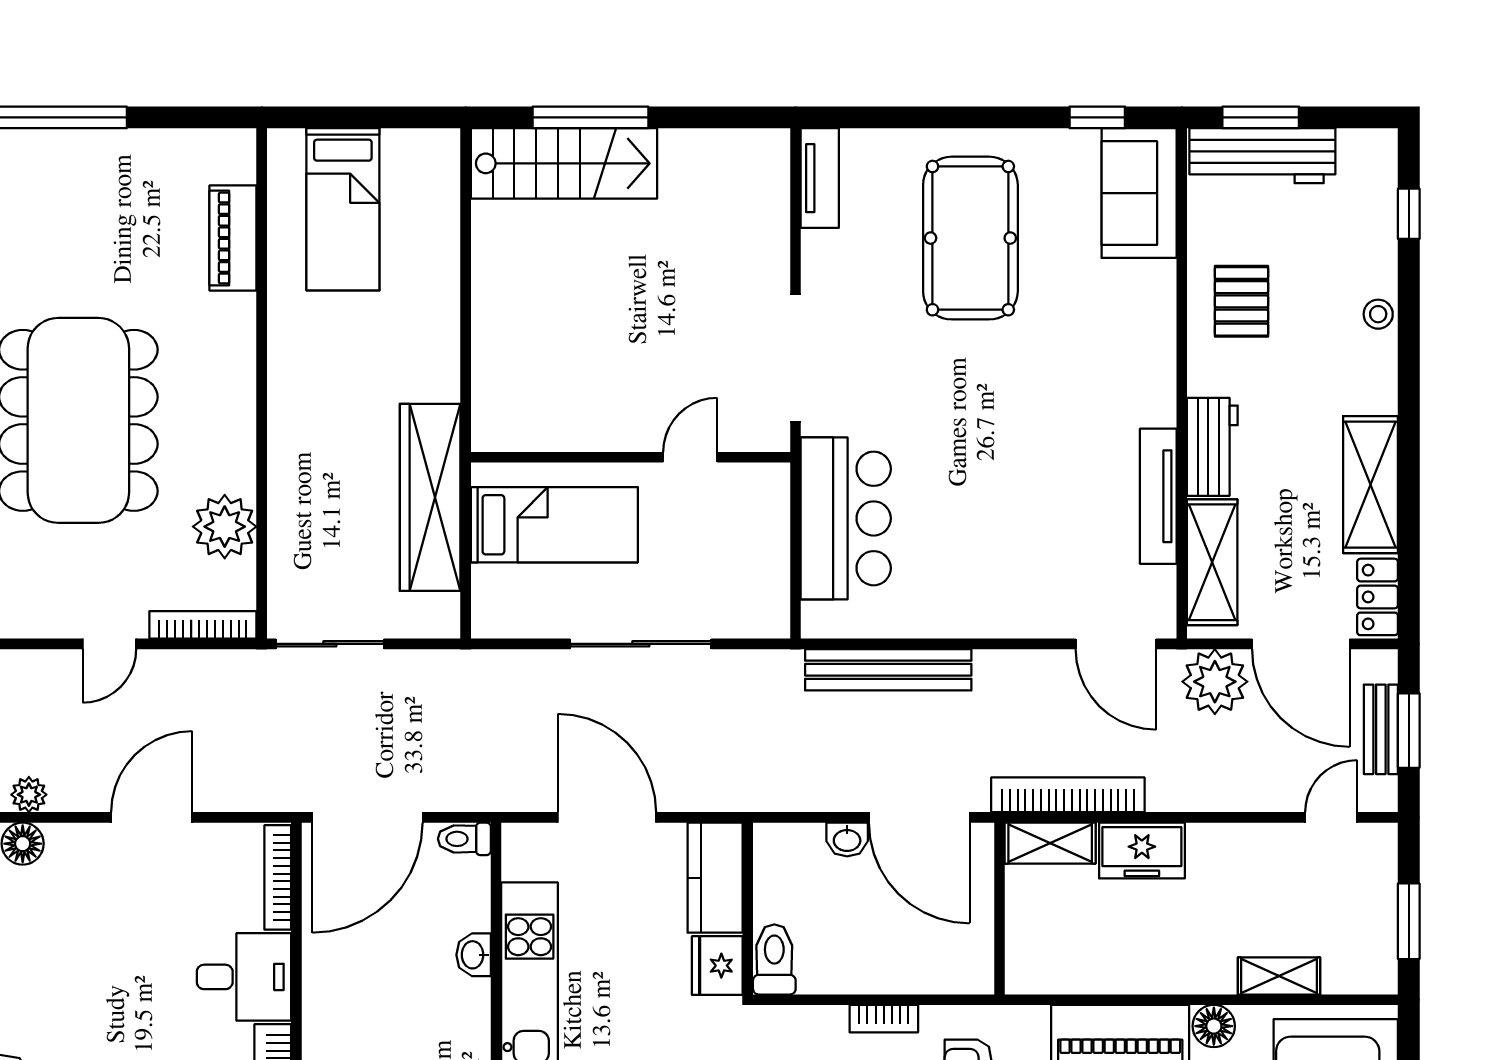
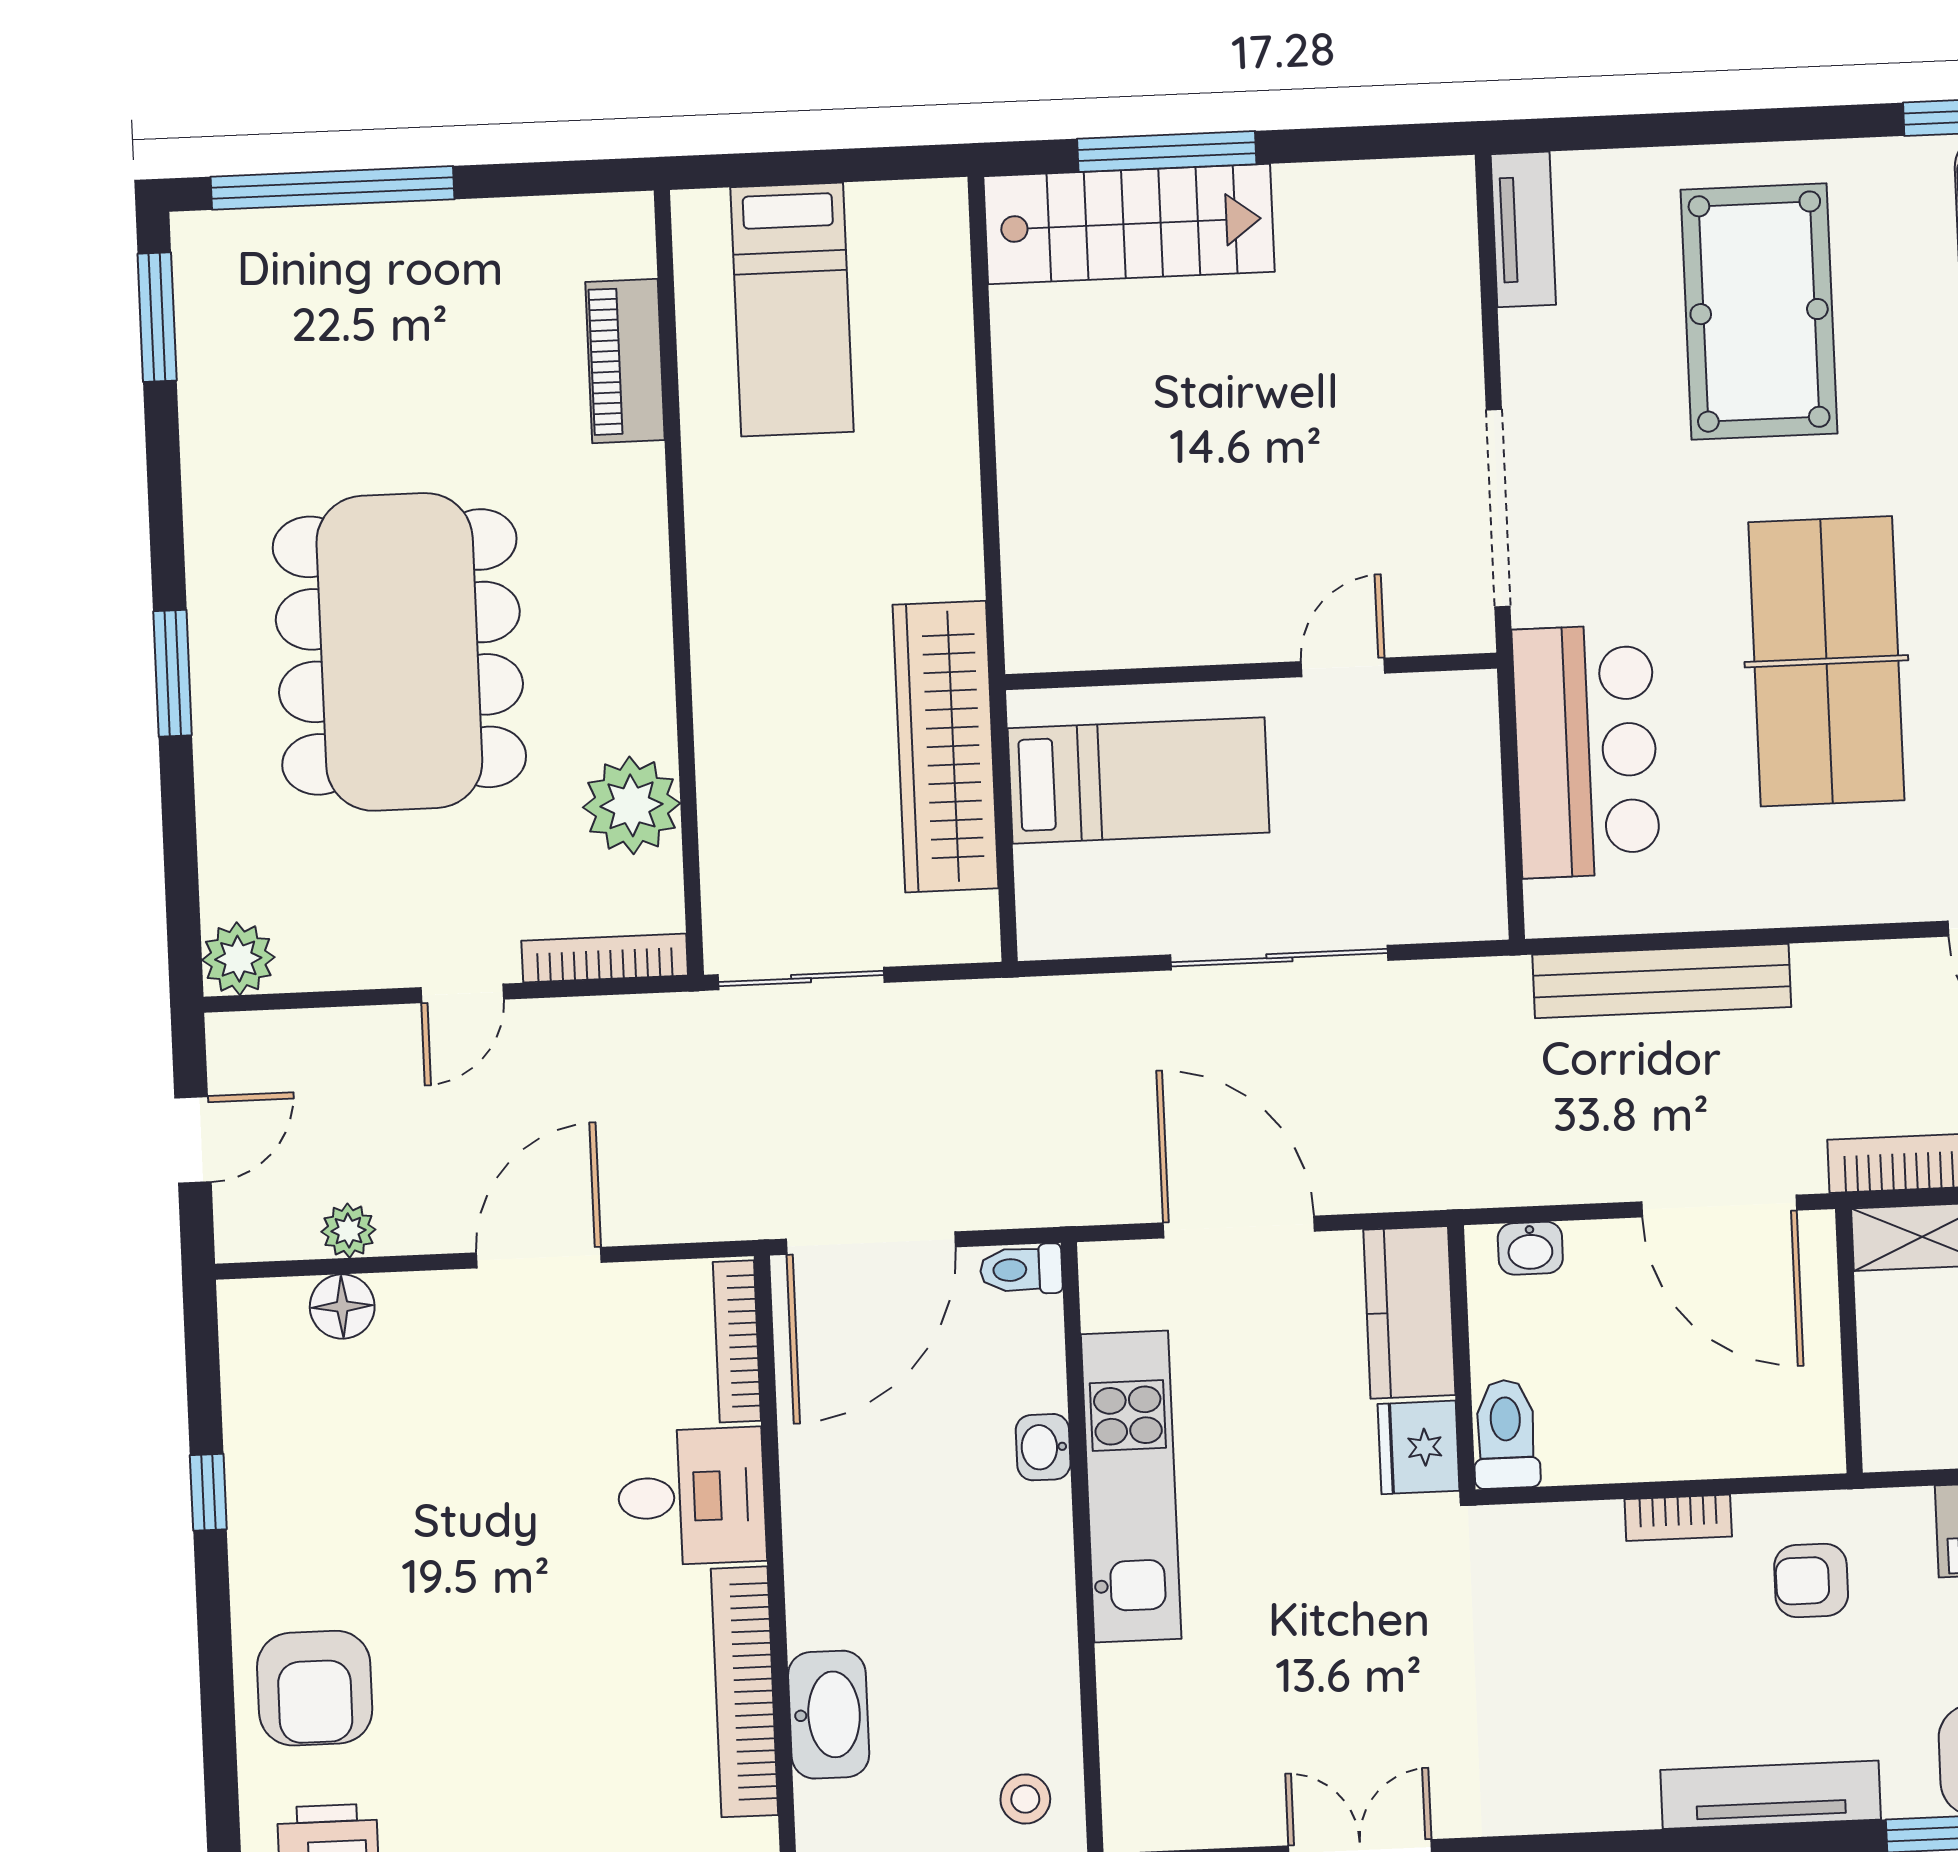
table tennis table: (1004, 467) -> (1826, 661), added
washbasin: (847, 839) -> (1530, 1248), moved

